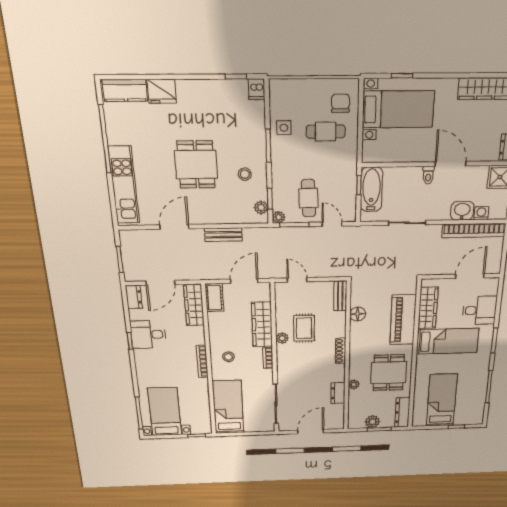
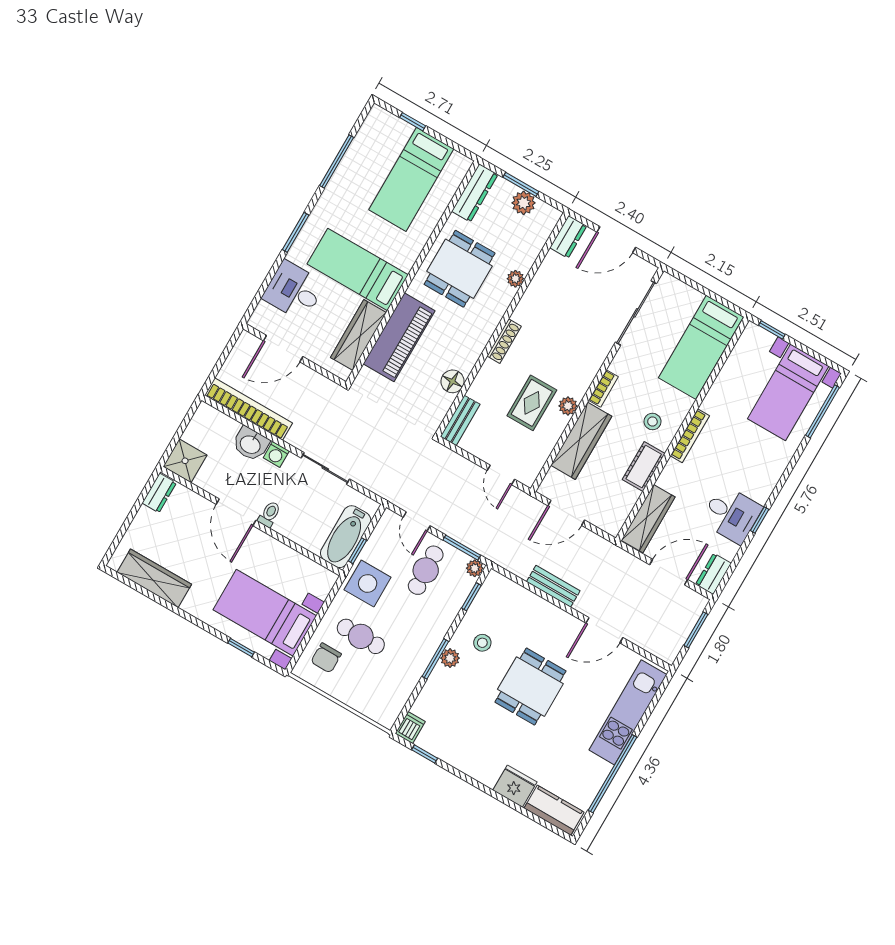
side table: (284, 128) -> (368, 584), moved, width x1.87, depth x1.87
plant: (261, 207) -> (450, 658), moved
washing machine: (481, 213) -> (276, 454), moved
cot: (214, 298) -> (644, 466), moved
dresser: (338, 393) -> (568, 237), moved

